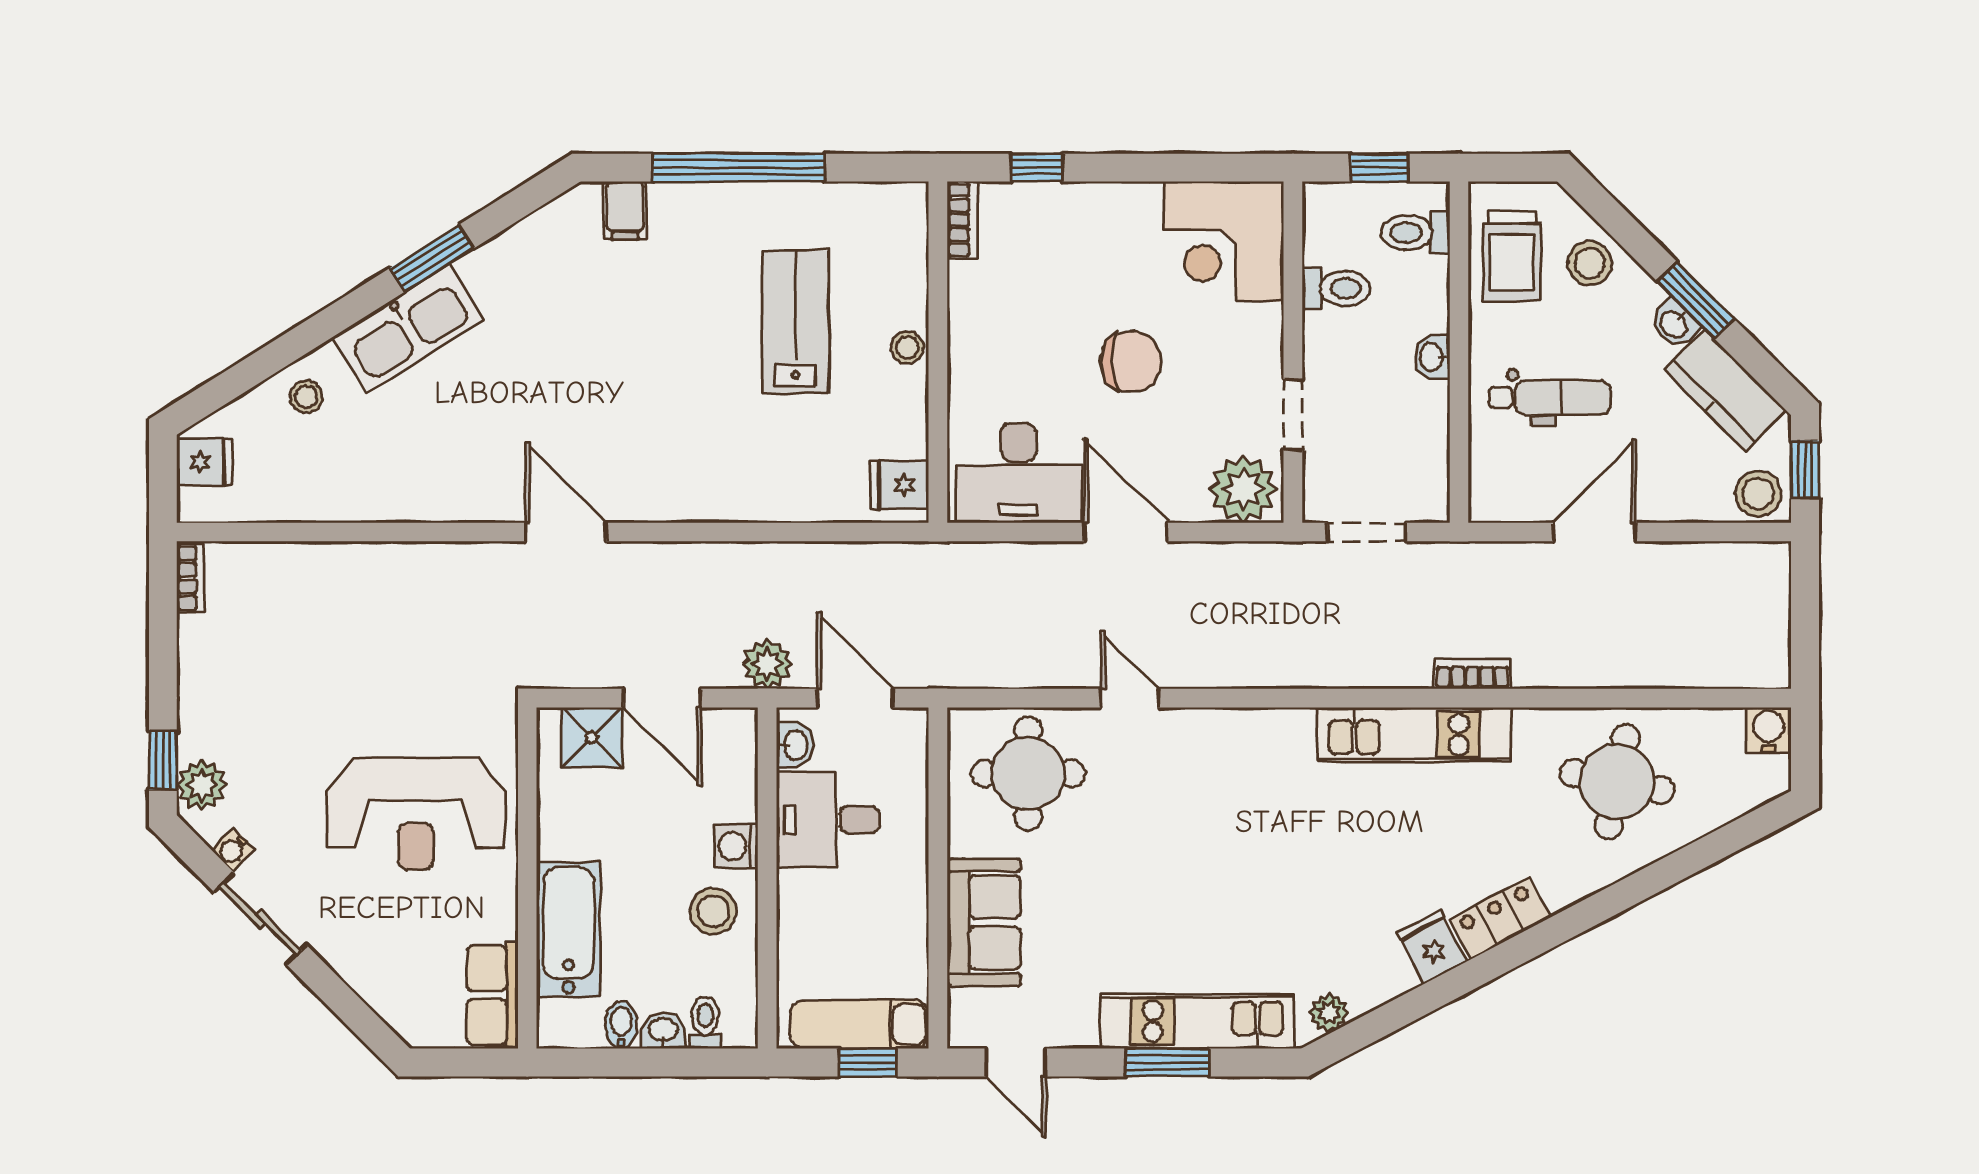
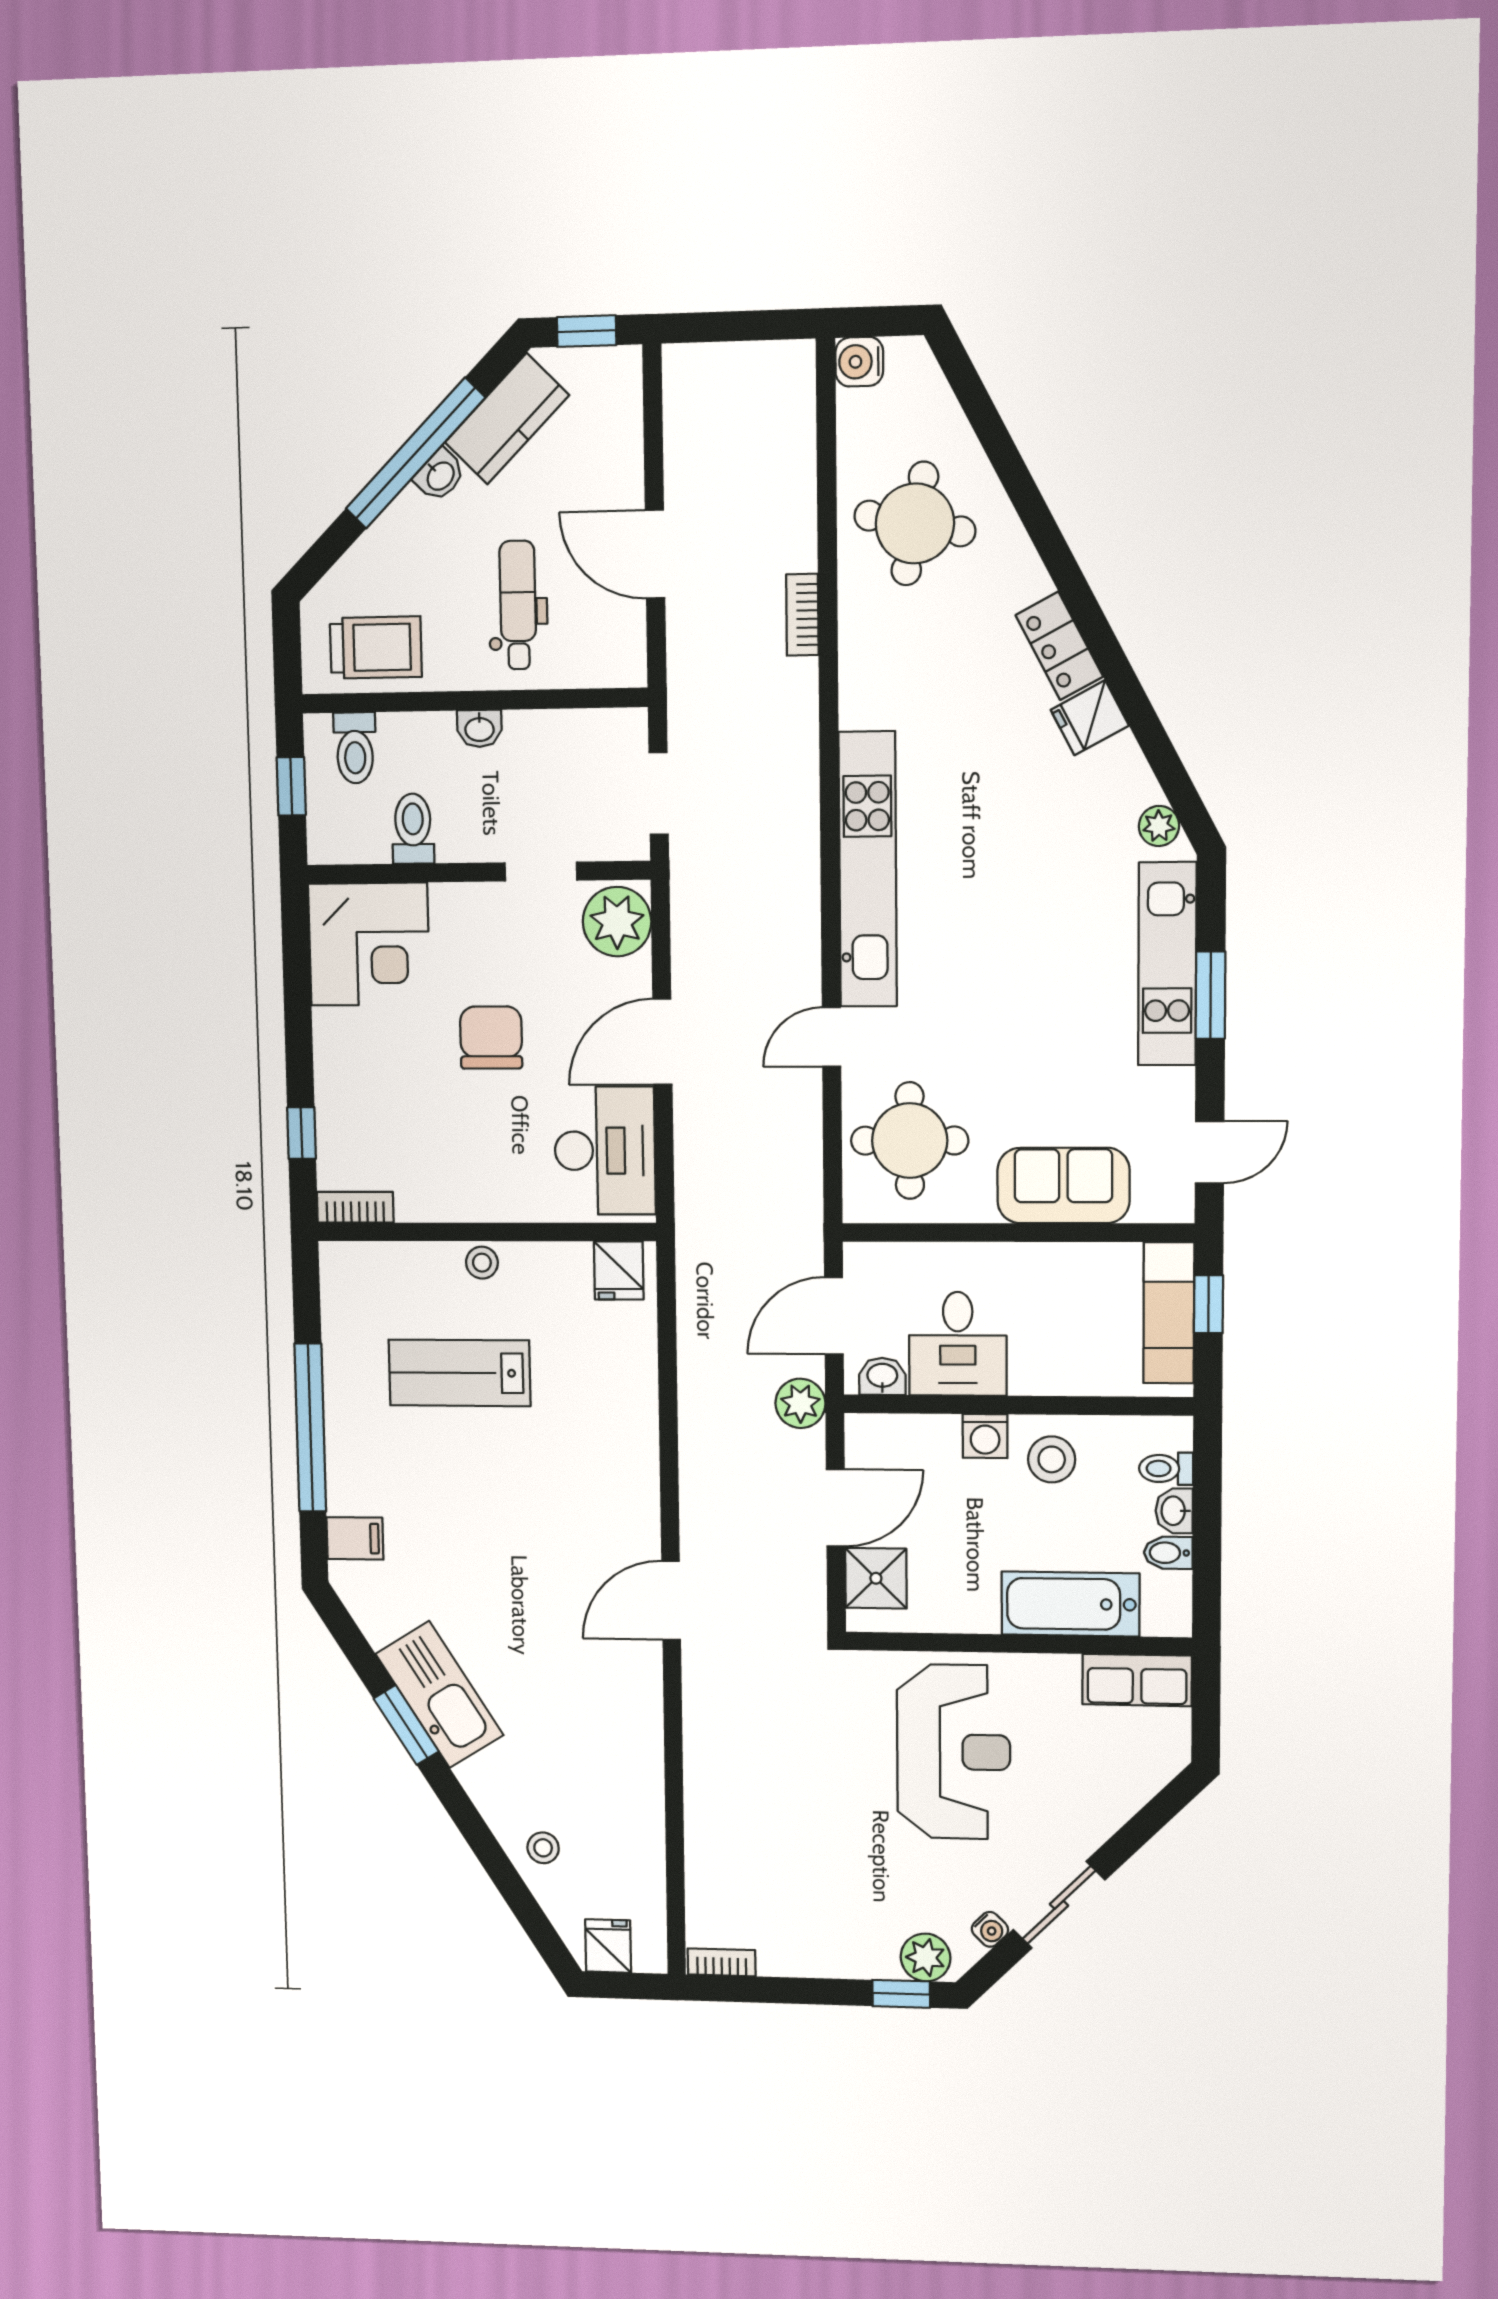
stool: (1590, 263) -> (381, 566), removed
window: (1696, 300) -> (415, 453), width x2.11
kitchen sink: (408, 329) -> (439, 1695), moved
stool: (1758, 493) -> (612, 381), removed
bookcase: (1472, 674) -> (802, 615), moved
kitchen unit: (1414, 735) -> (868, 870), moved, width x1.36

